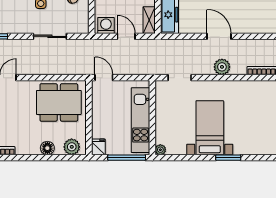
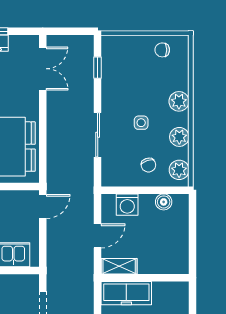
washing machine: (106, 25) -> (127, 205), moved, turned 90

